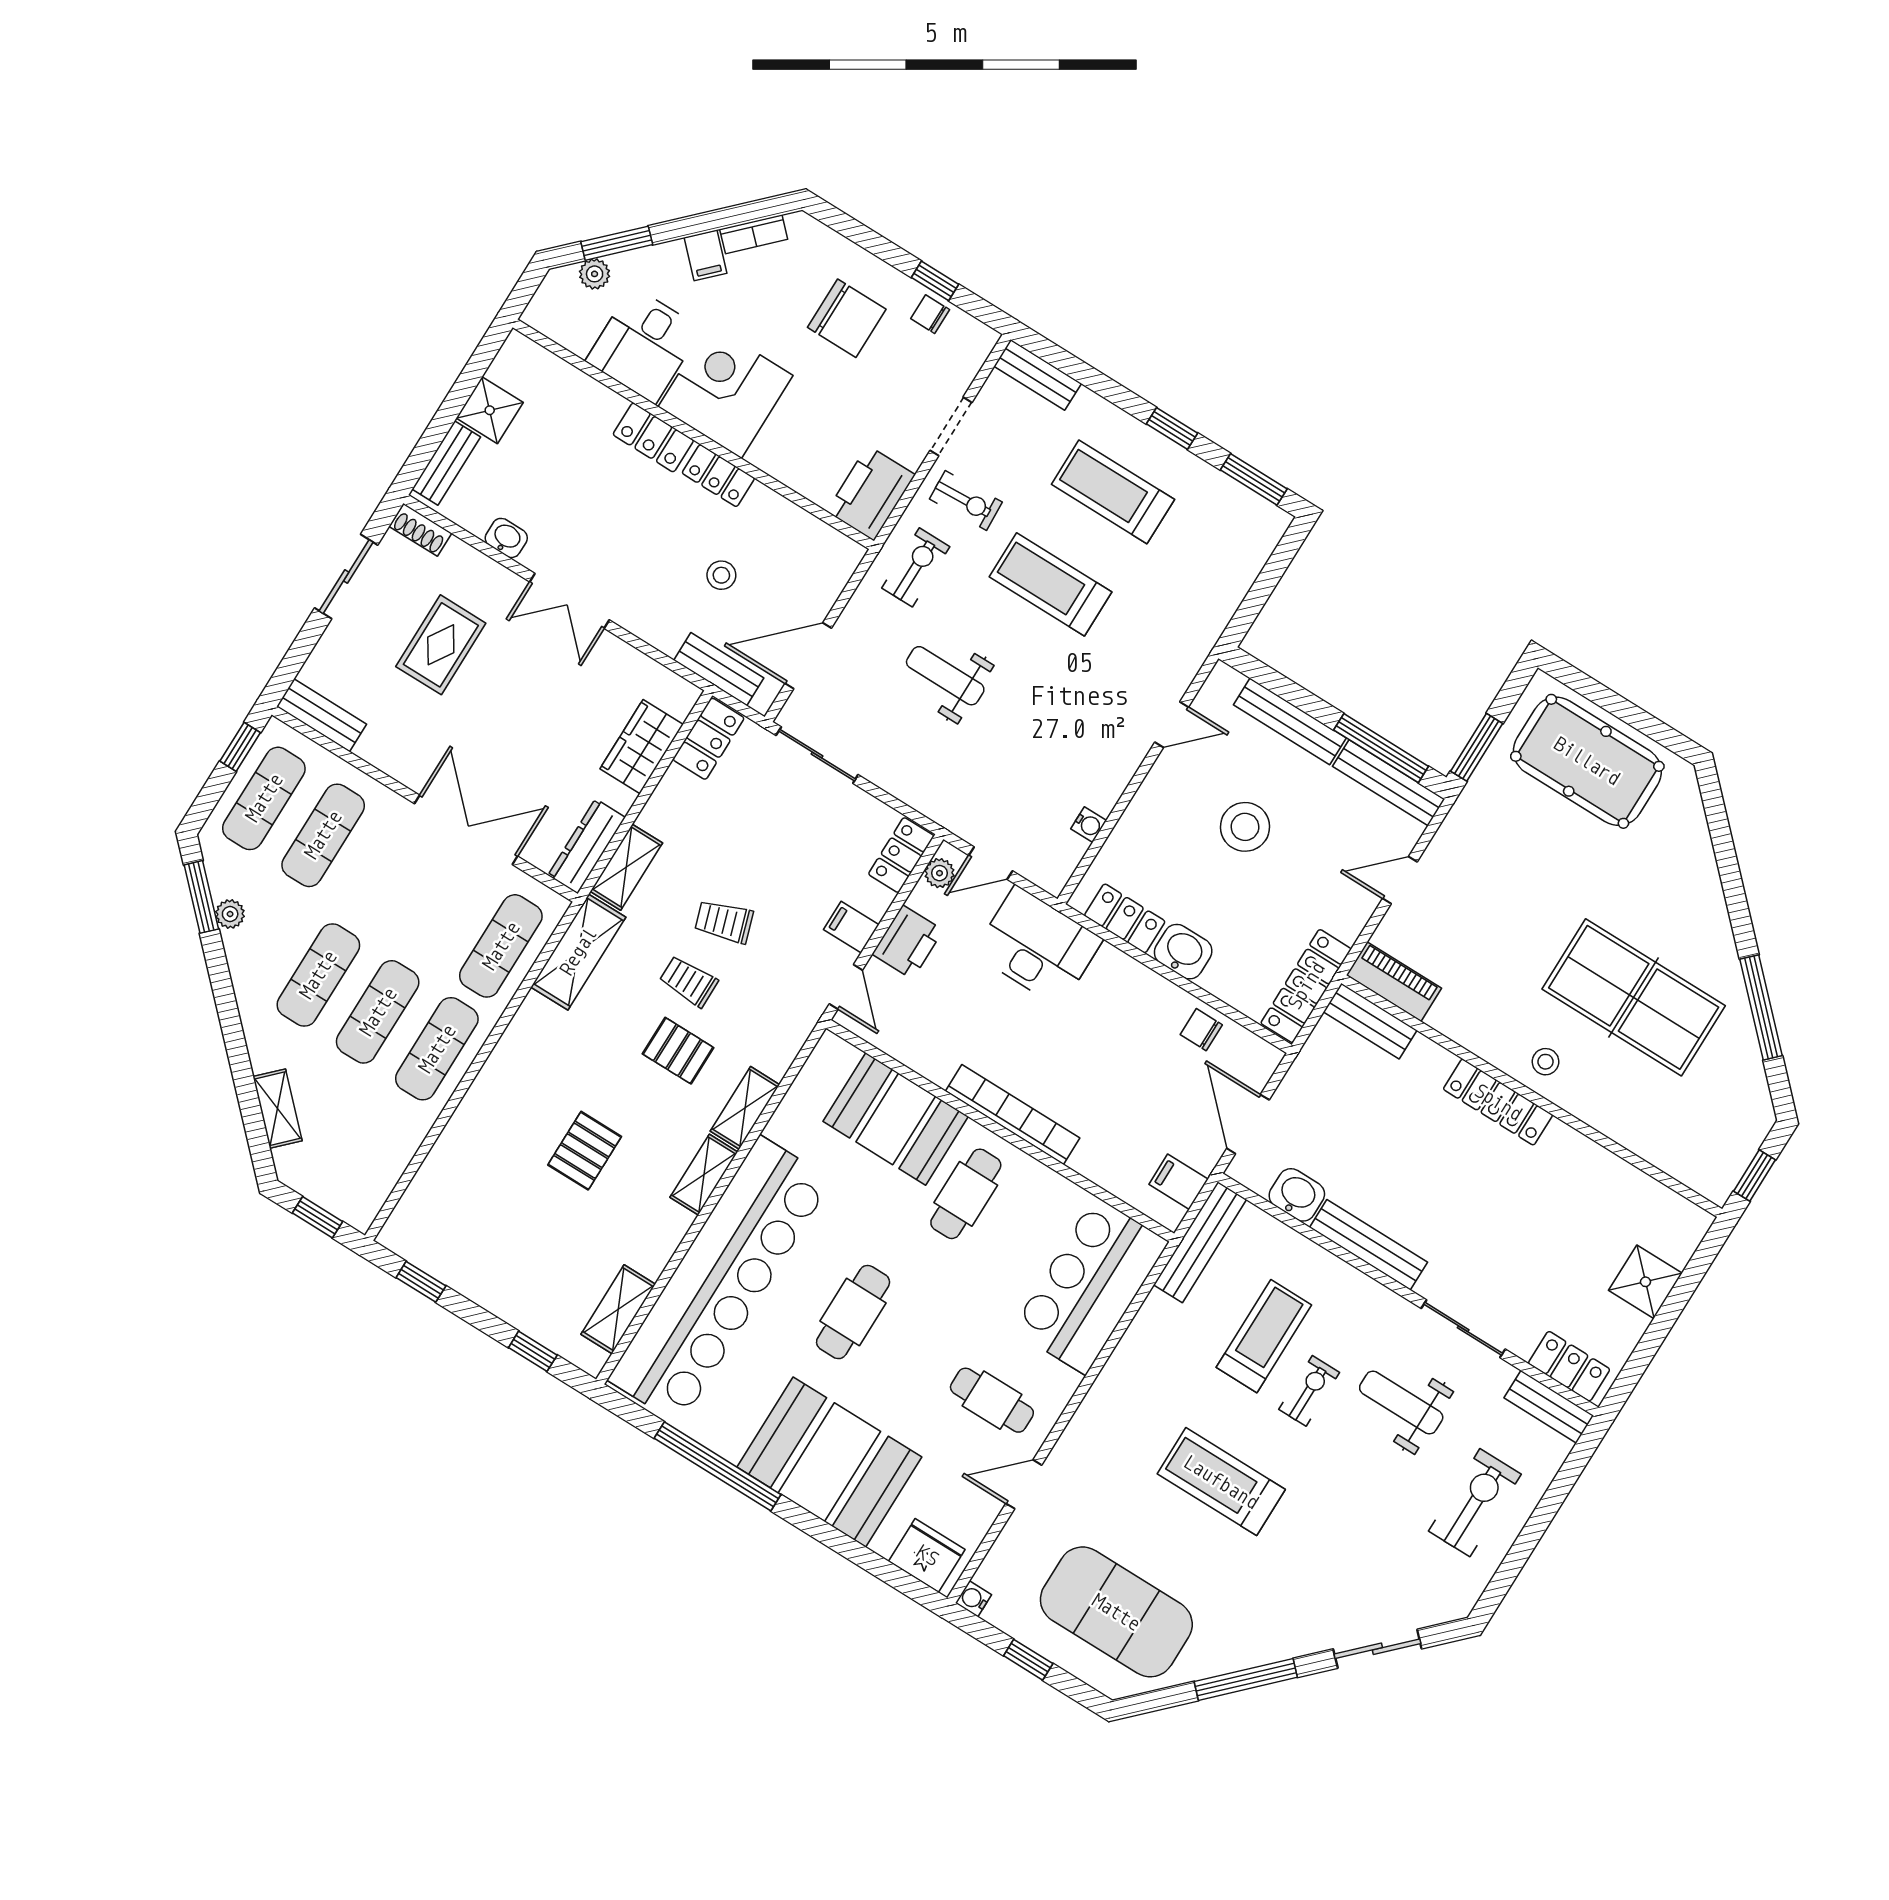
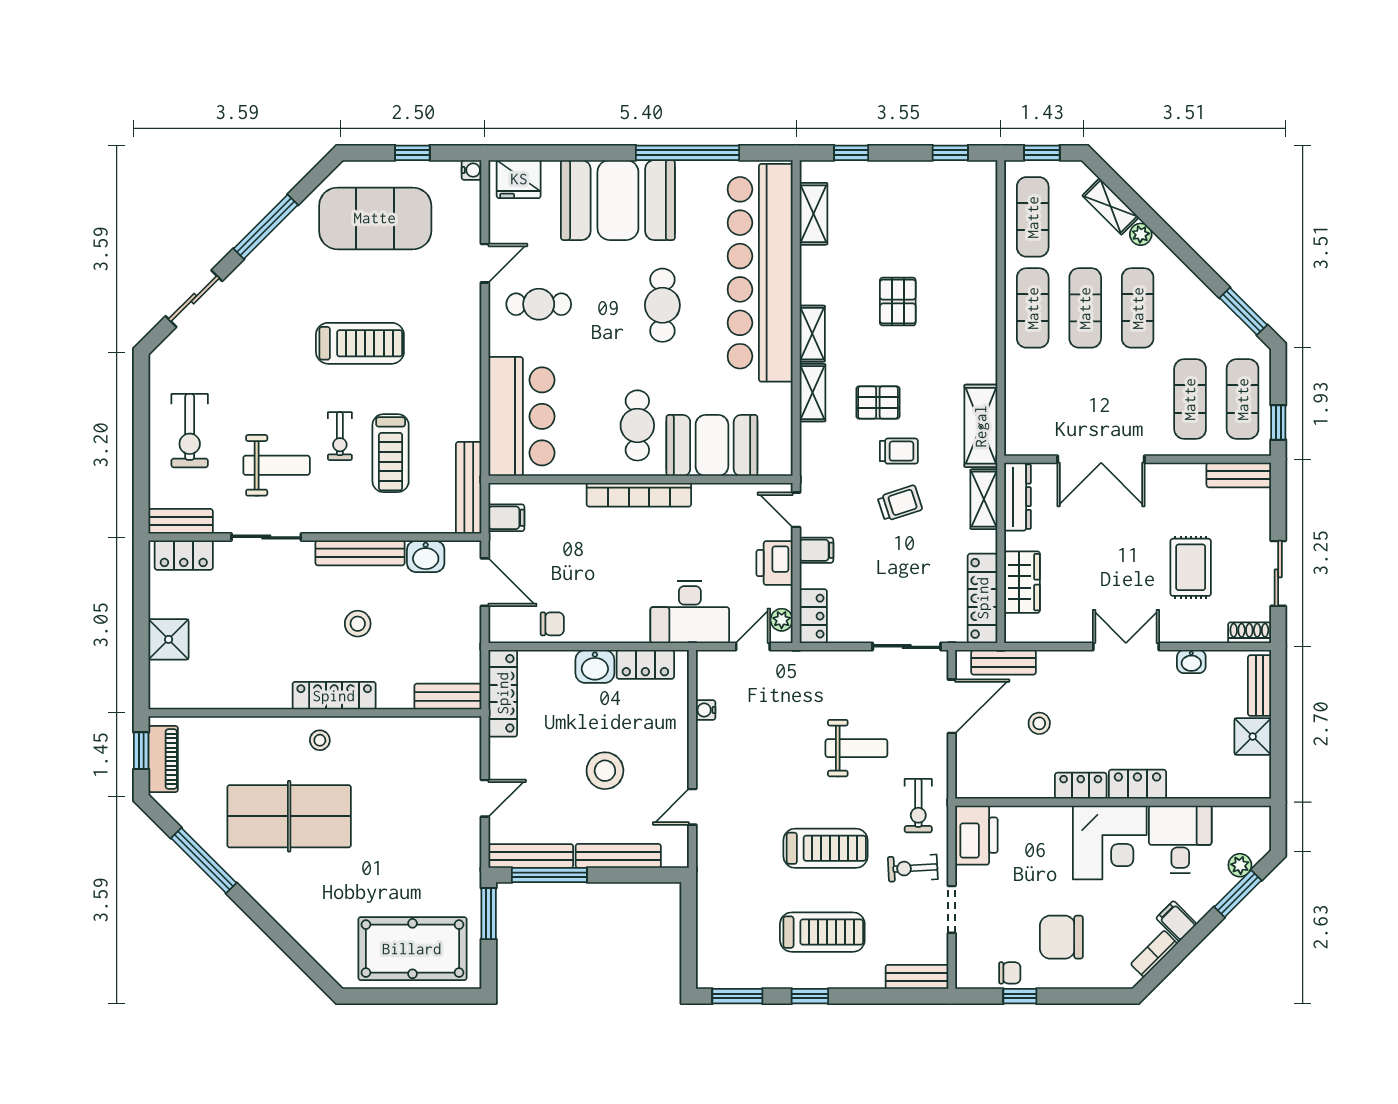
locker: (708, 739) -> (983, 598), width x1.53
plant: (230, 914) -> (1141, 234), moved
exercise mat: (501, 946) -> (1033, 217), moved
piano: (1394, 982) -> (163, 759), moved, turned -90
stool: (1421, 1167) -> (358, 624), added

